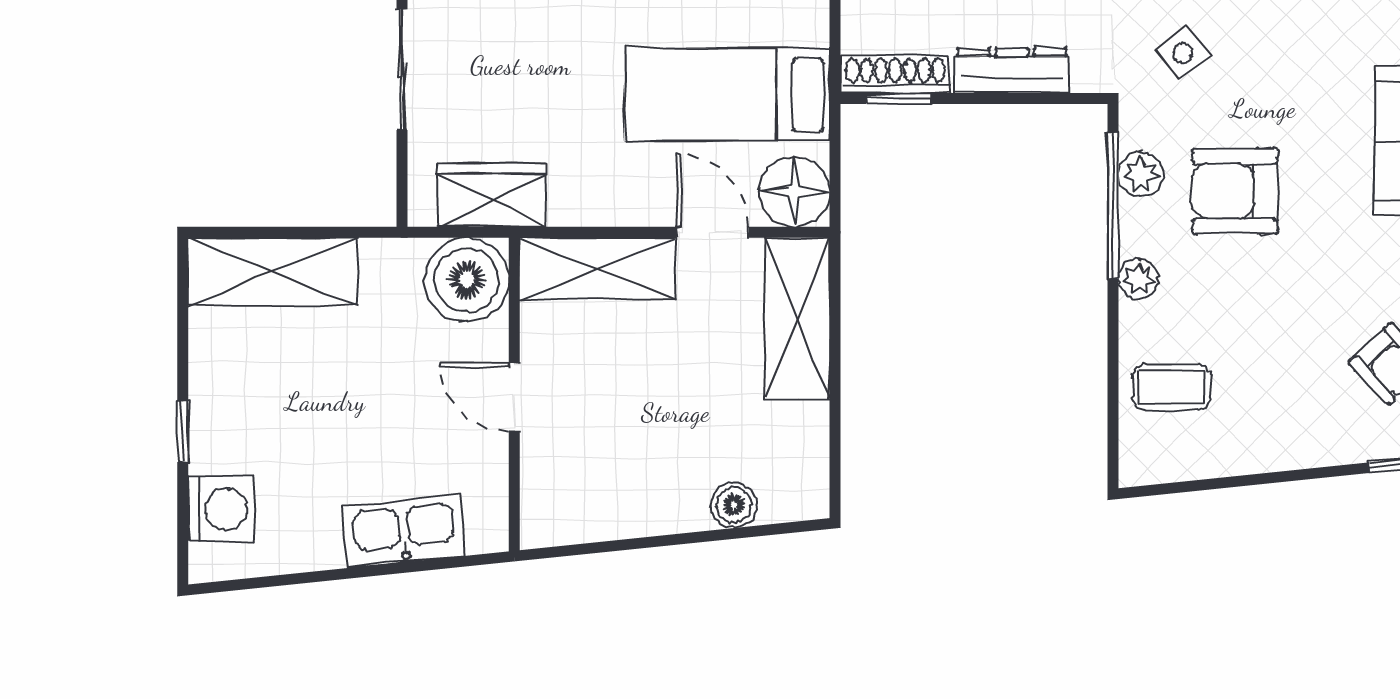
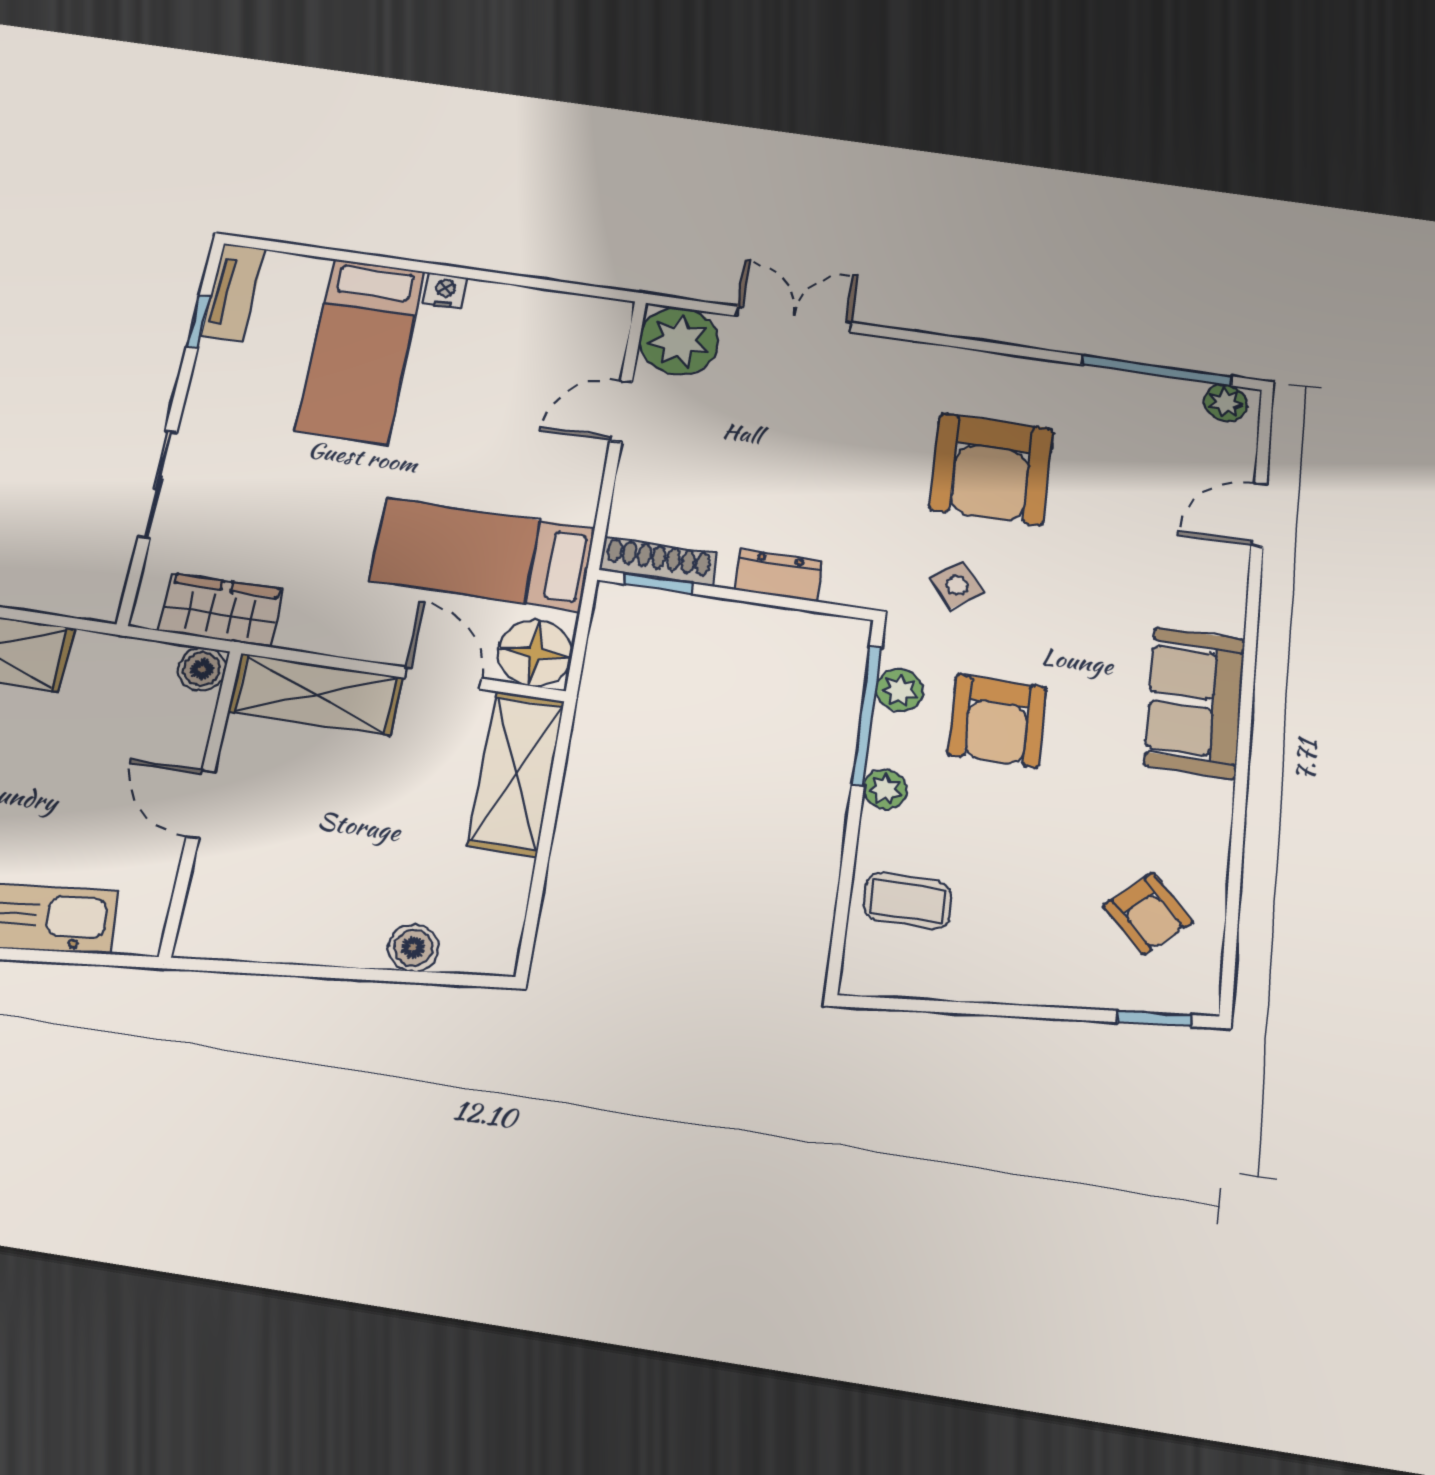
dresser: (1012, 71) -> (778, 575), width x0.70
armchair: (1235, 191) -> (997, 721), turned -90
boiler: (467, 280) -> (202, 669), width x0.54, depth x0.54

